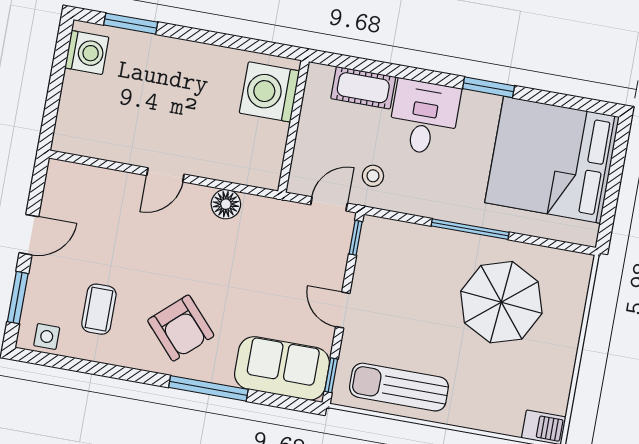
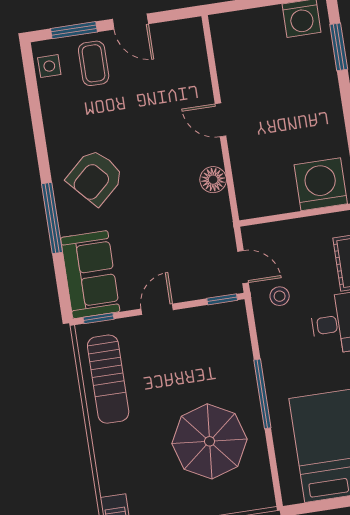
coffee table: (99, 309) -> (94, 63), moved, turned 90
sun lounger: (399, 387) -> (108, 379), turned 180

